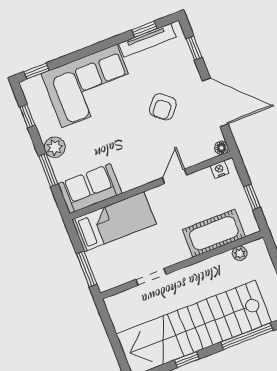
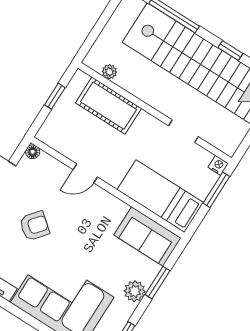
nightstand: (219, 170) -> (218, 165), moved, turned 180

